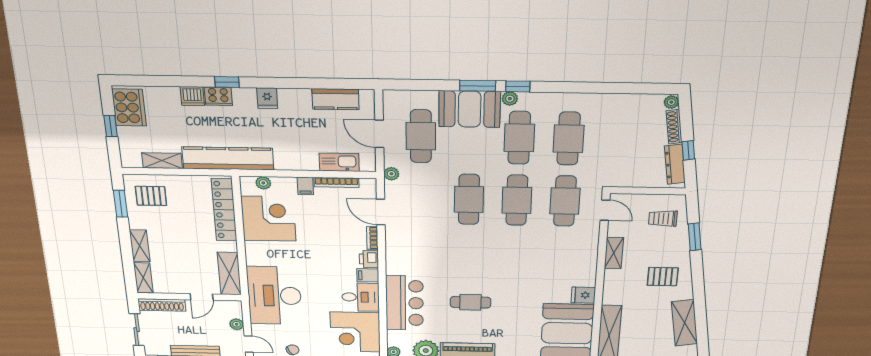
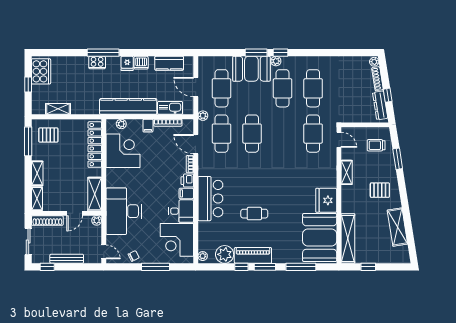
window: (227, 82) -> (103, 53), width x2.17
dishwasher: (192, 96) -> (141, 63), moved
kitchen counter: (228, 158) -> (128, 106), moved
cafe table: (517, 200) -> (221, 134), moved
window: (121, 204) -> (28, 141), width x1.44
fridge: (583, 295) -> (326, 200), width x1.88, depth x1.34
bar counter: (405, 303) -> (210, 199), moved
plant: (237, 324) -> (97, 220), moved

